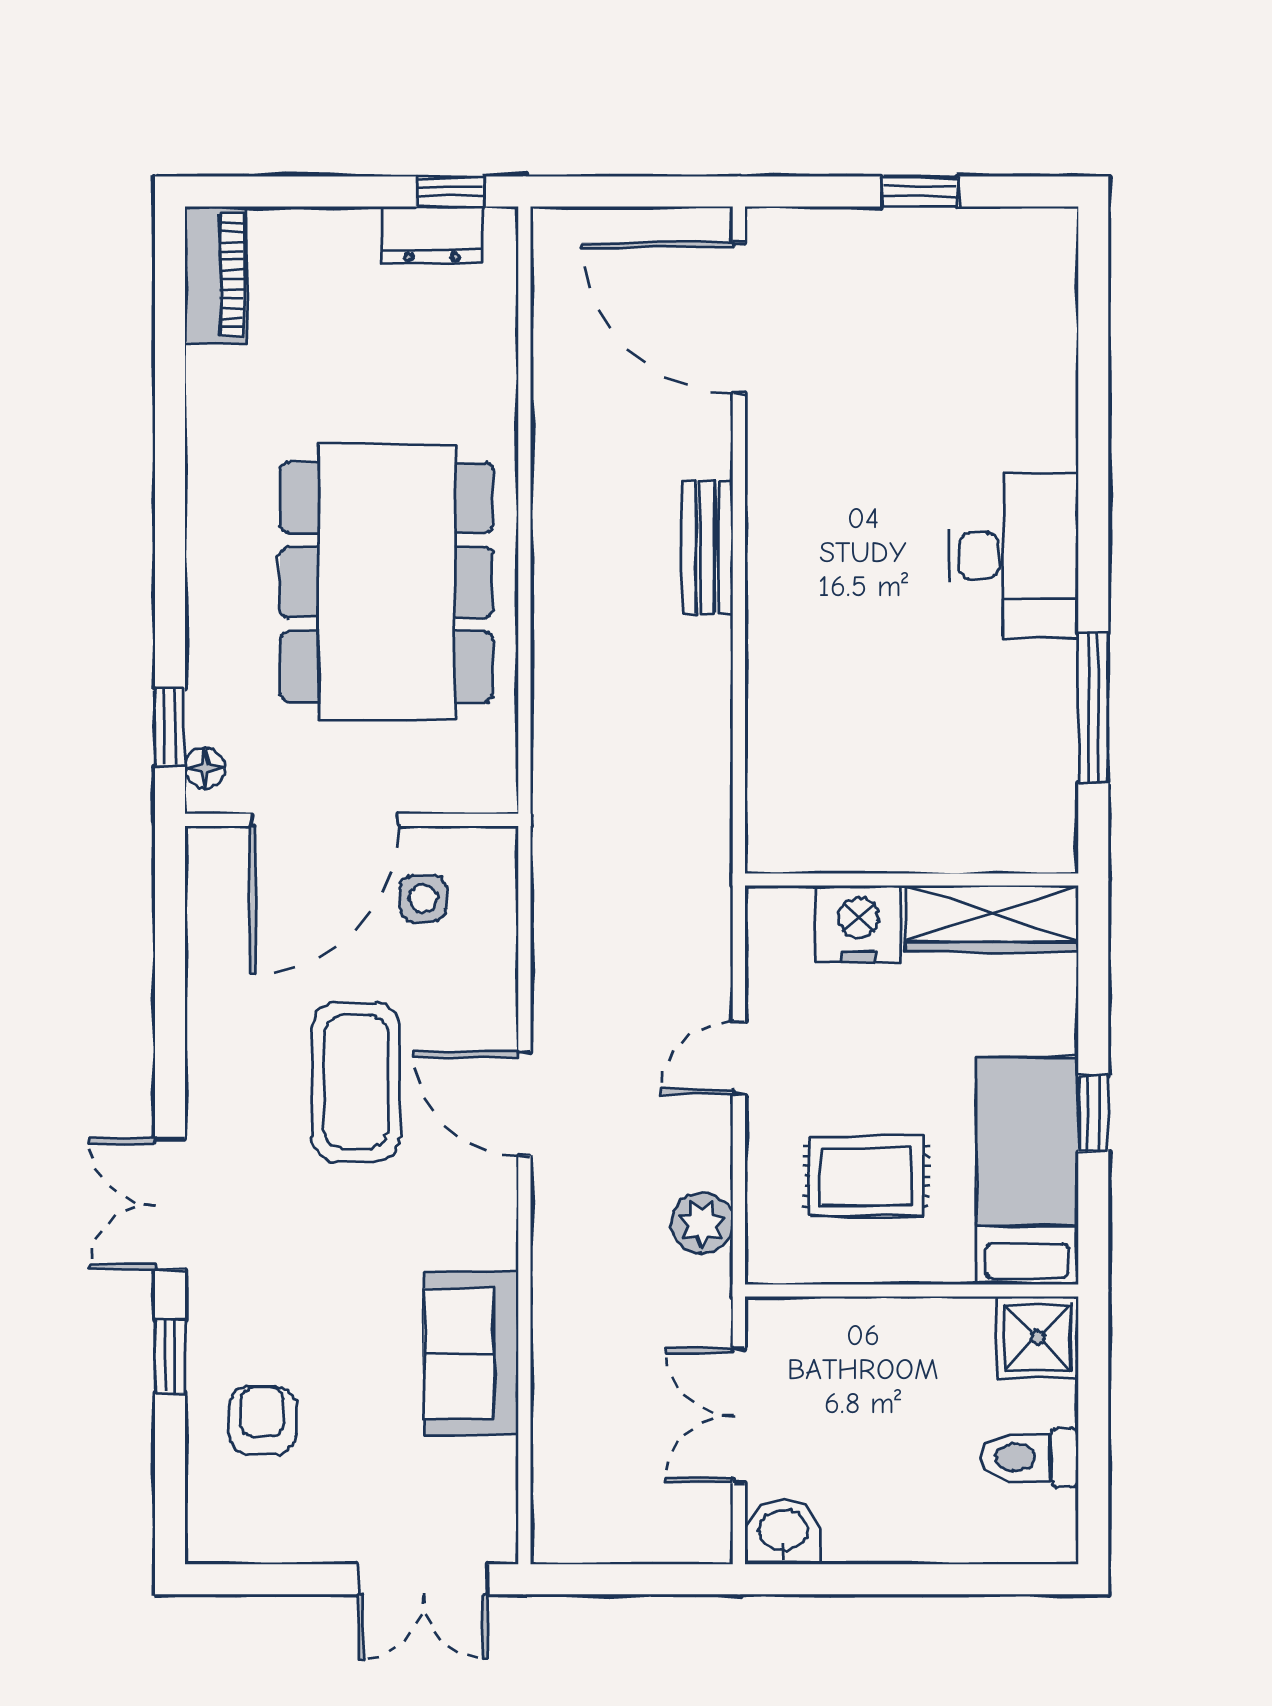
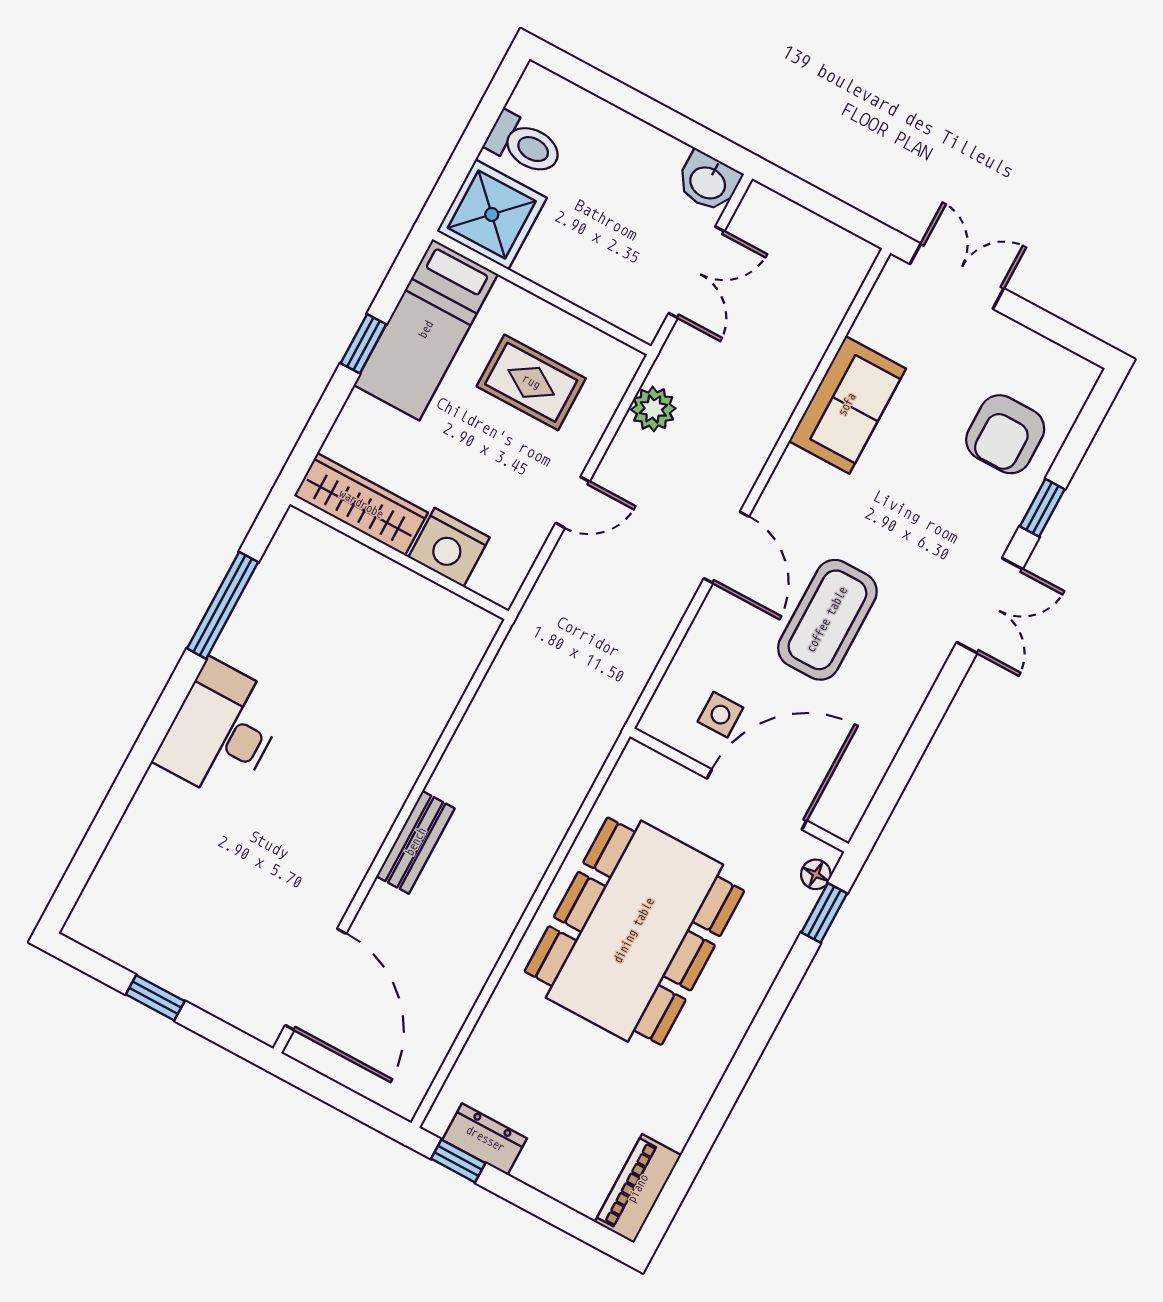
shower: (1037, 1337) -> (492, 214), width x1.36, depth x1.36
armchair: (262, 1420) -> (1005, 434), width x1.38, depth x1.38

